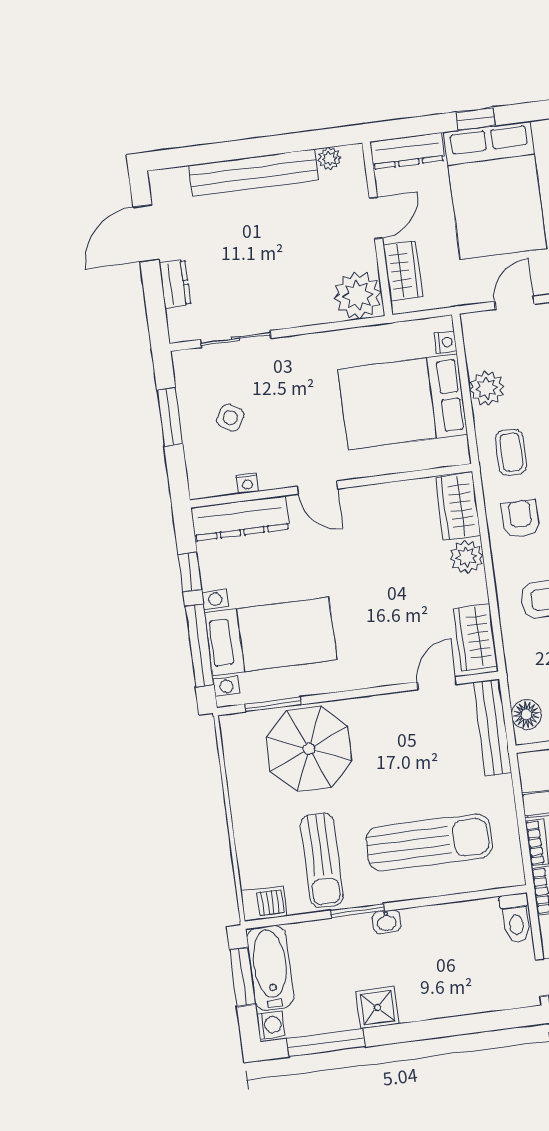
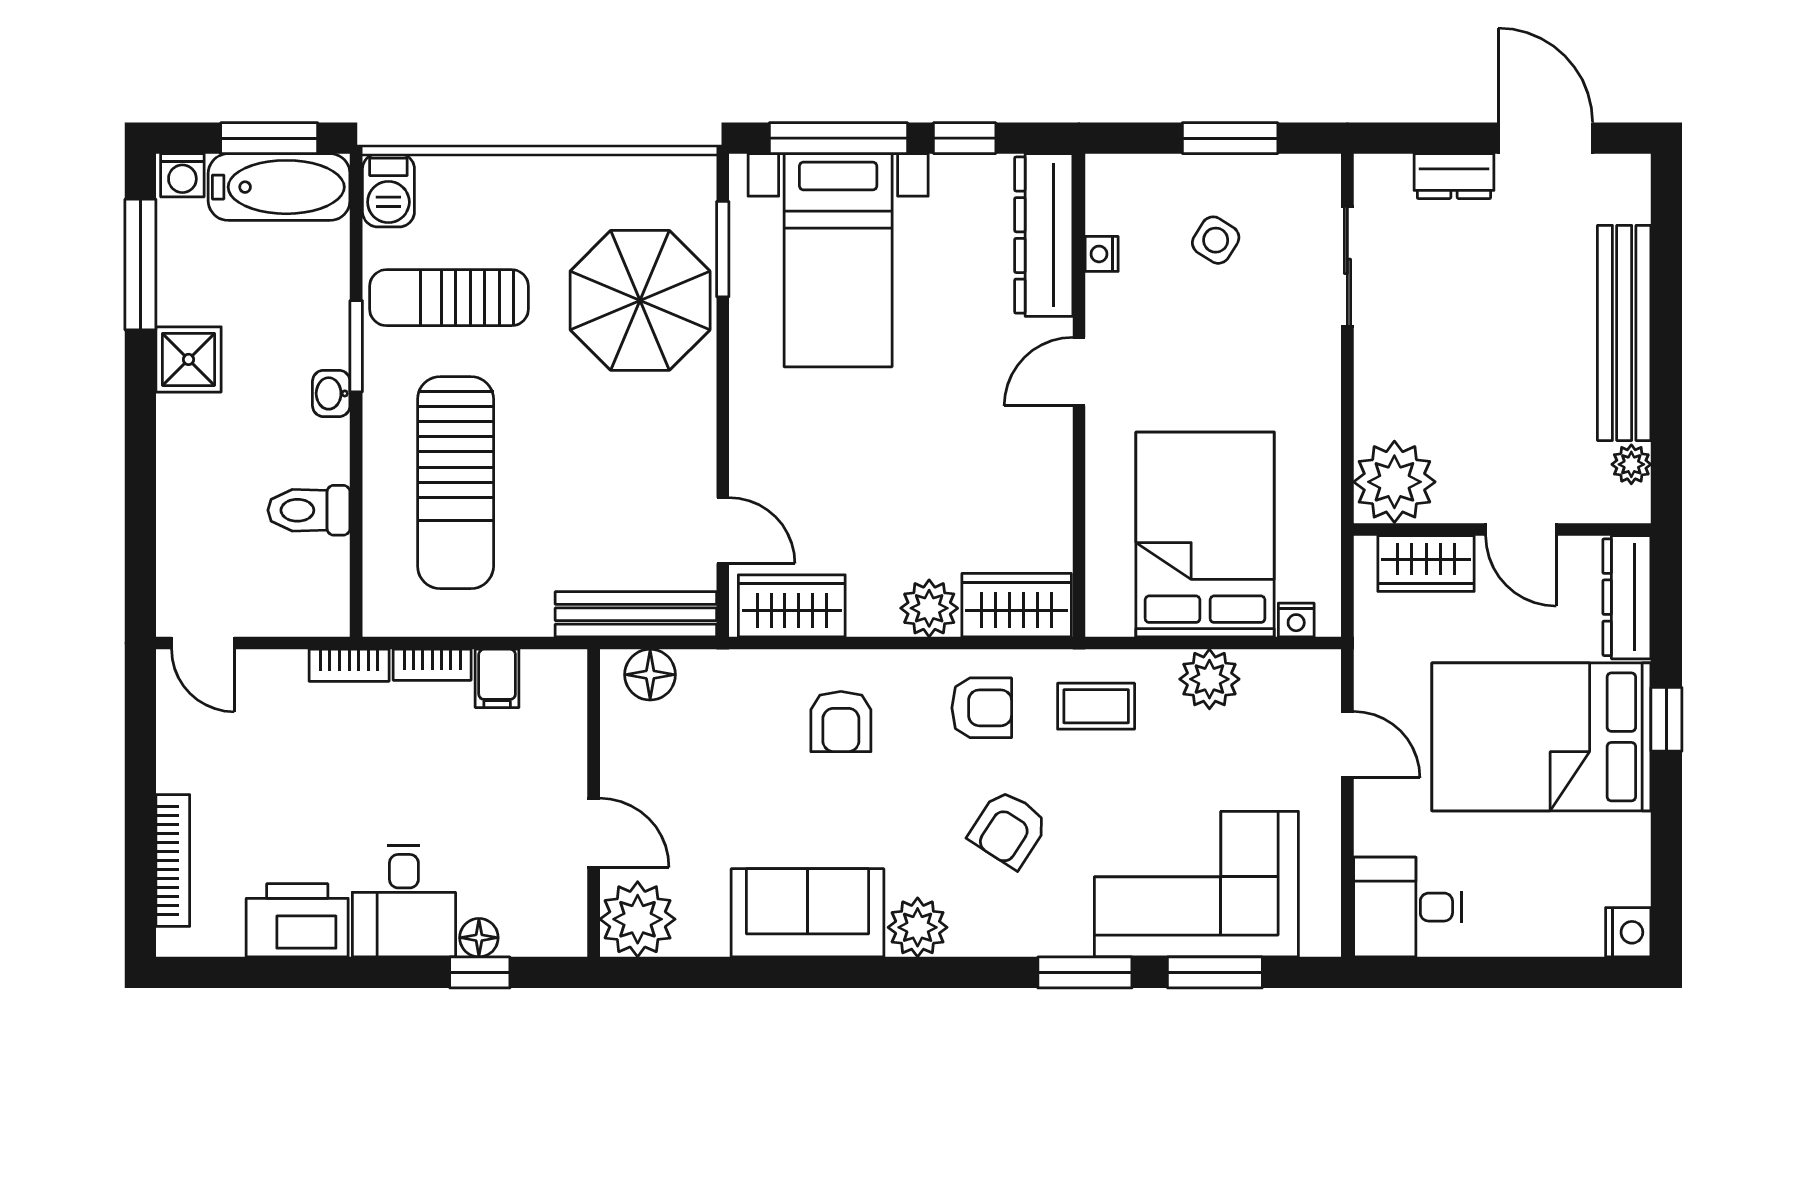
toilet: (516, 918) -> (309, 510), moved

